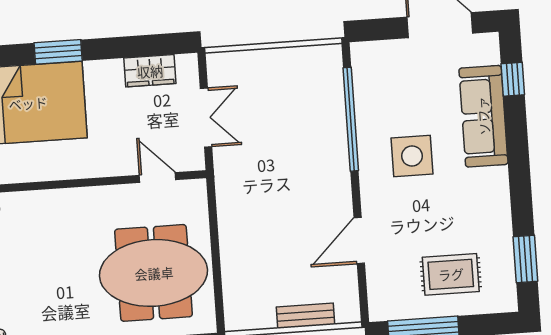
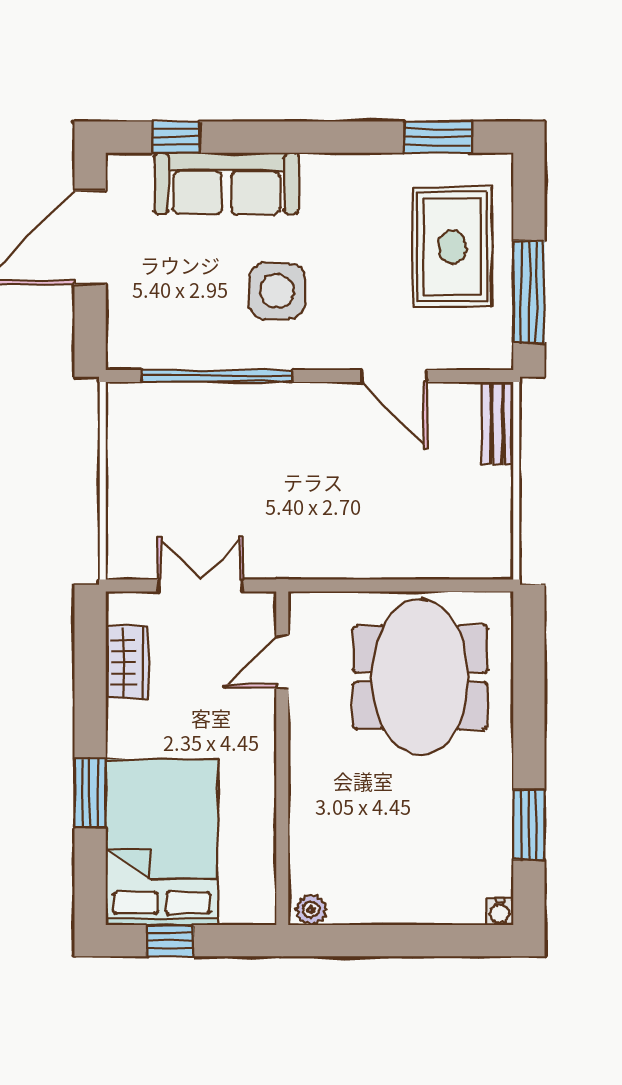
rug: (451, 274) -> (452, 247), width x1.36, depth x1.43
bench: (305, 316) -> (498, 423), moved

